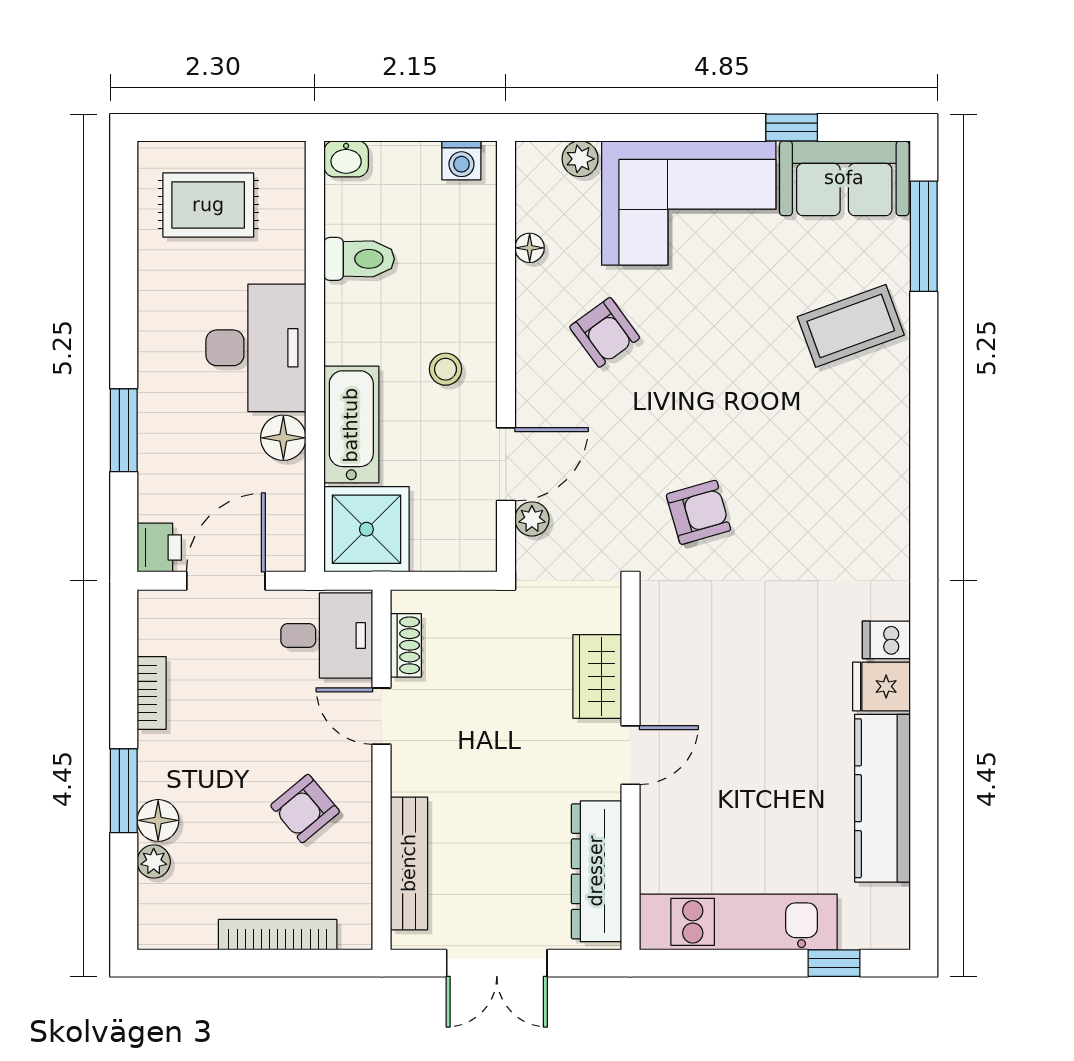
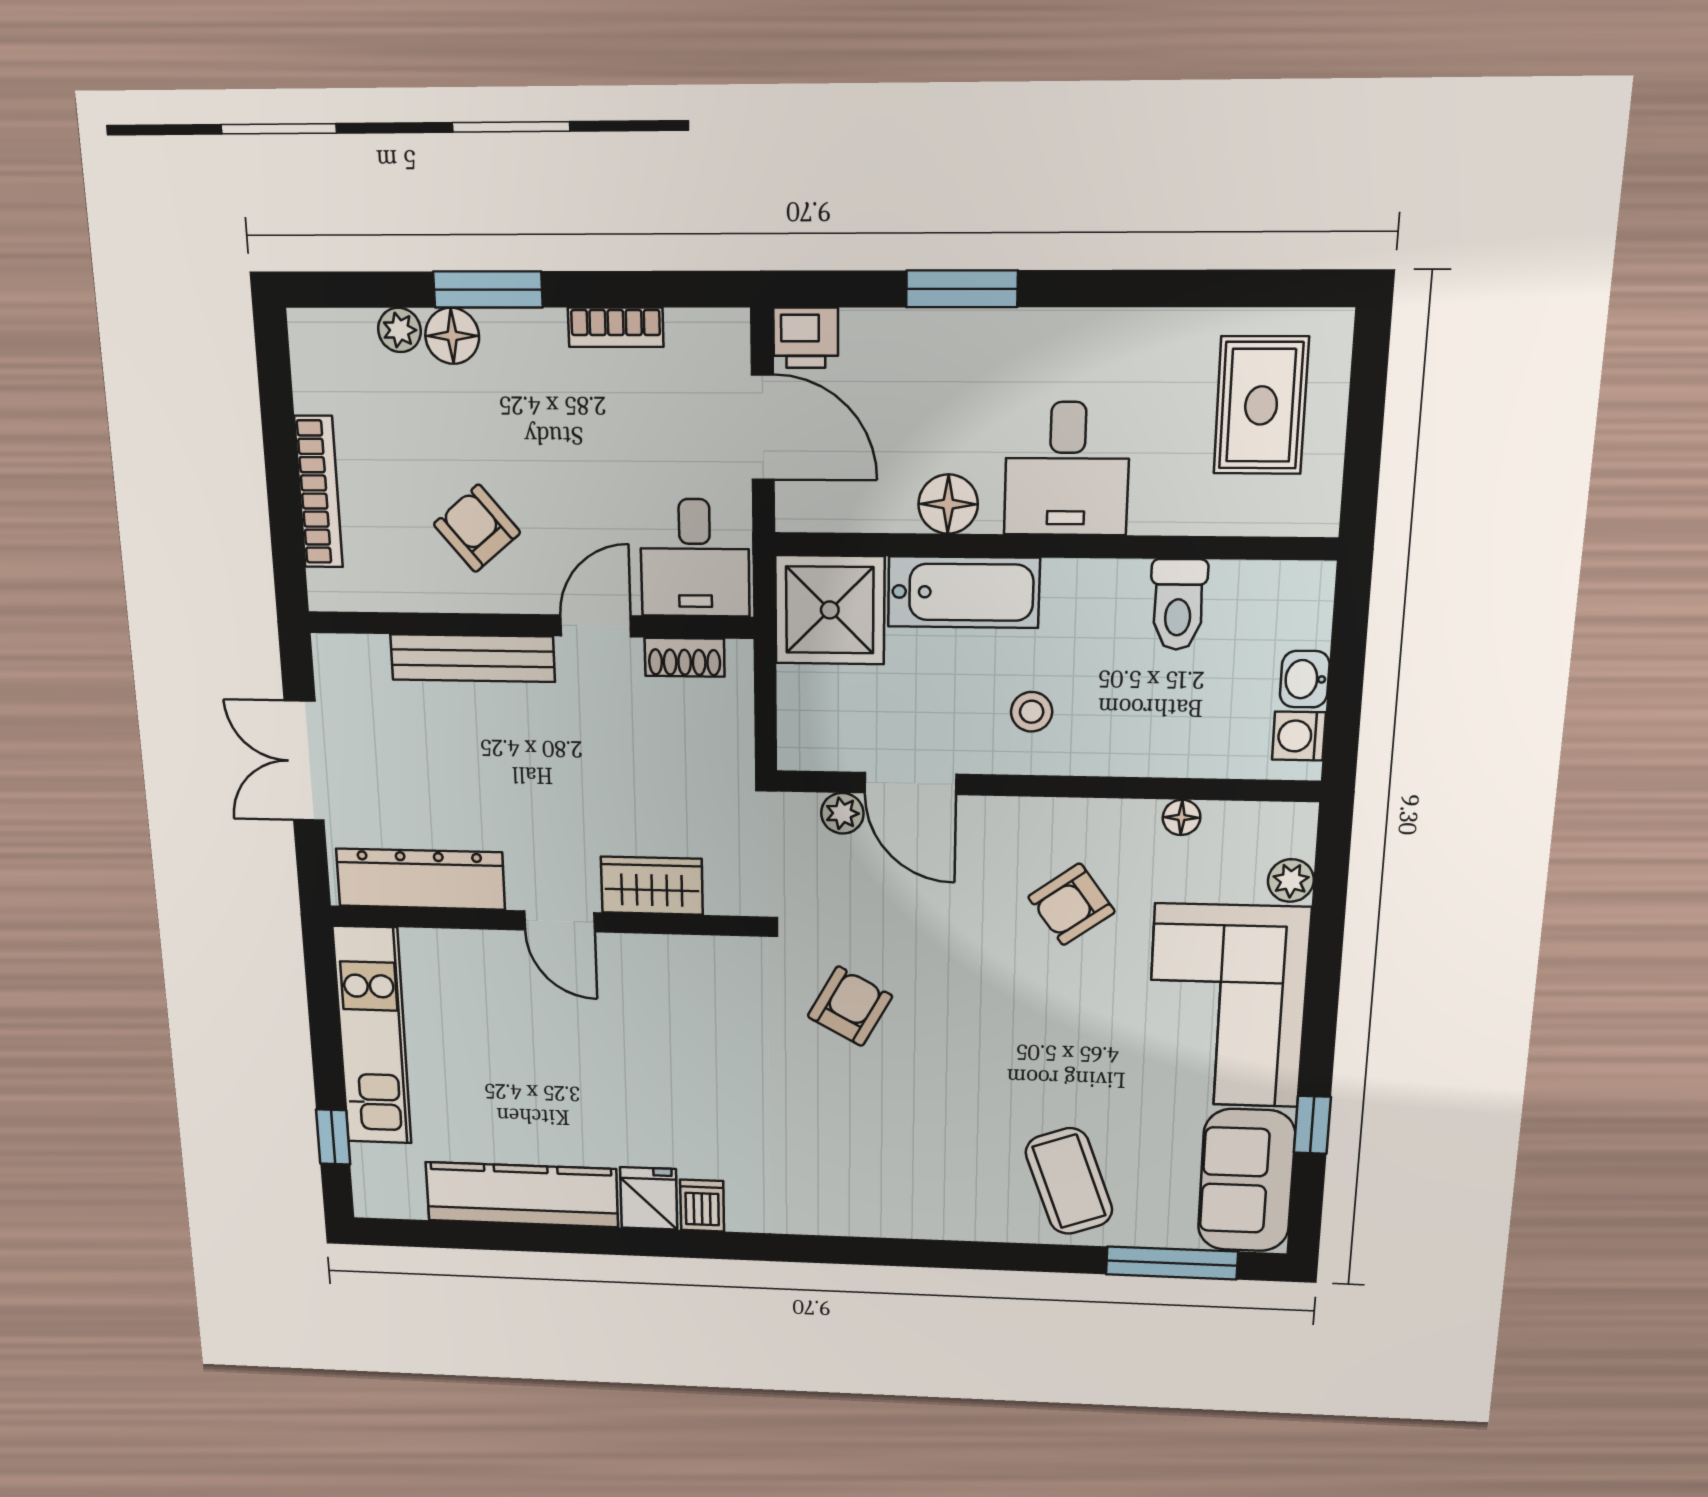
washbasin: (346, 159) -> (1305, 679), moved
desk: (256, 348) -> (1067, 469), width x0.73
armchair: (698, 512) -> (850, 1006), turned -135
bench: (409, 863) -> (473, 658), moved

